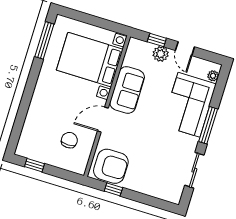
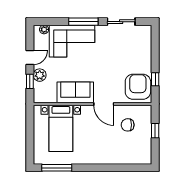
bed with nightstands: (90, 60) -> (61, 128), width x0.73
window: (34, 165) -> (155, 131), moved

